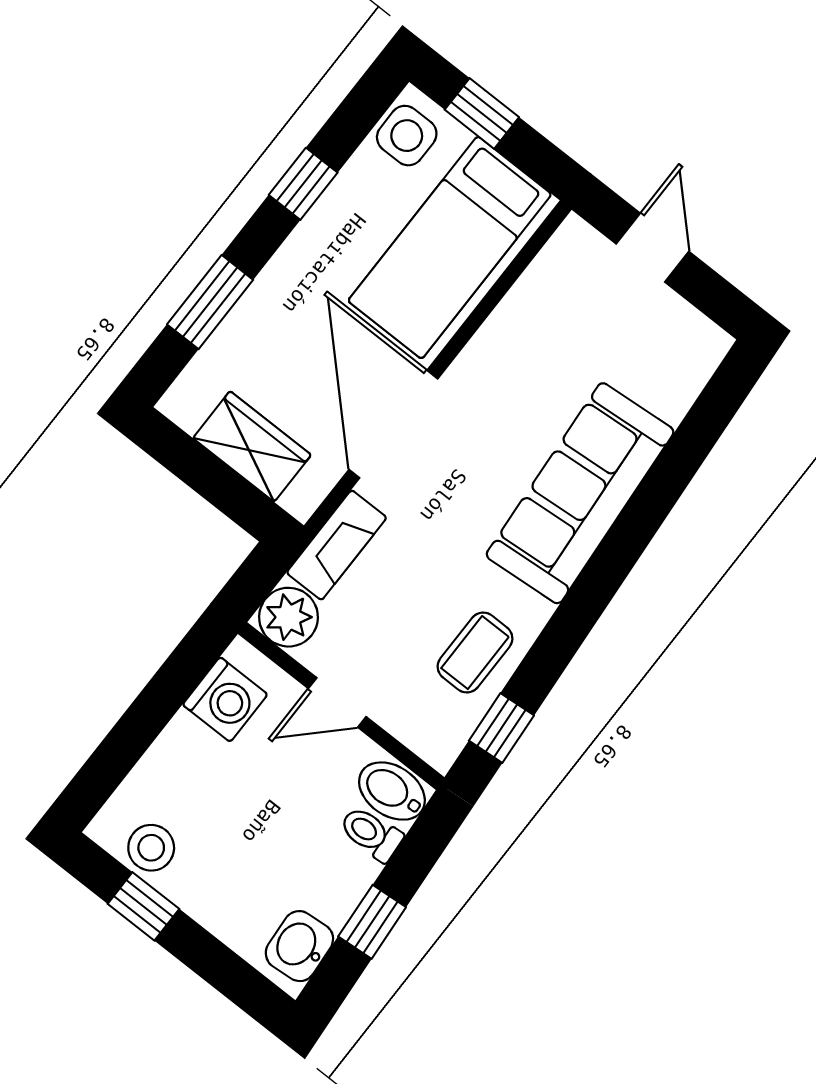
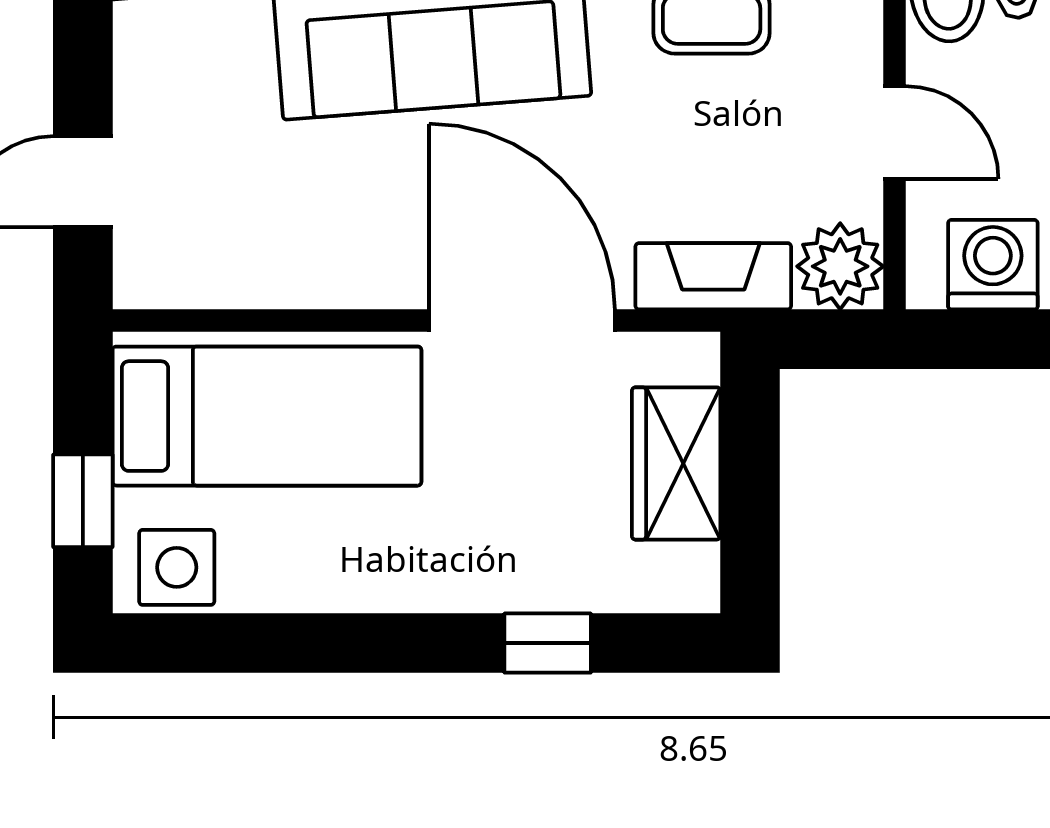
window: (303, 184) -> (326, 643), removed
window: (210, 302) -> (548, 643), width x0.67
door: (393, 424) -> (522, 321), swing flipped

